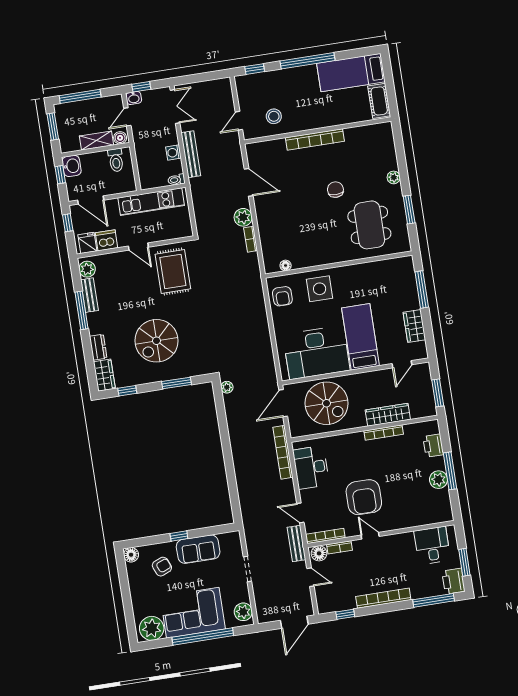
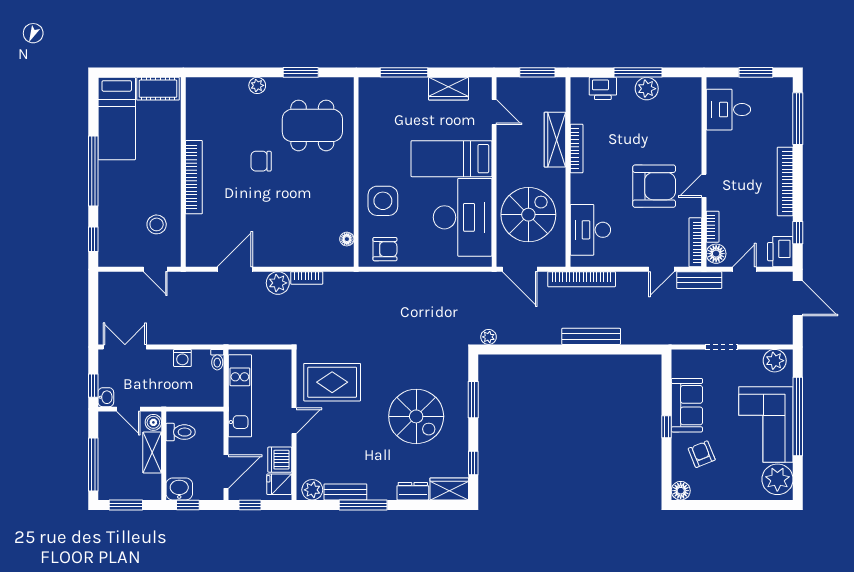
bench: (191, 154) -> (591, 336), moved
desk: (311, 467) -> (590, 230), moved, turned 90
printer: (453, 581) -> (780, 252), moved, turned 90

